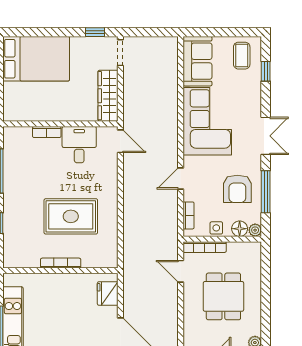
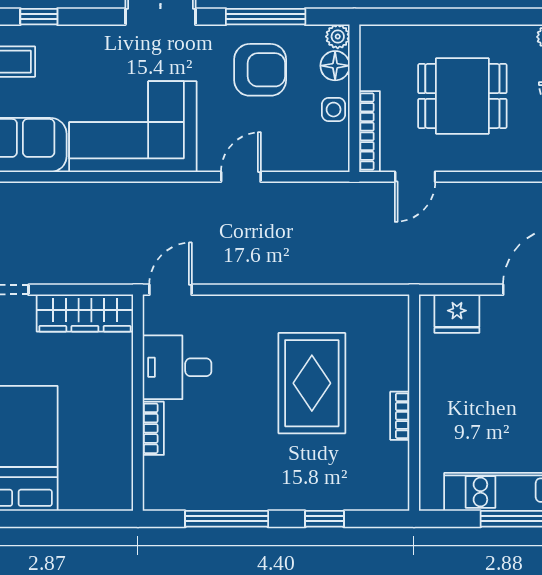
door: (181, 179) -> (241, 177), swing flipped
bookcase: (188, 215) -> (310, 162), removed
bookcase: (61, 263) -> (400, 416), width x0.64

